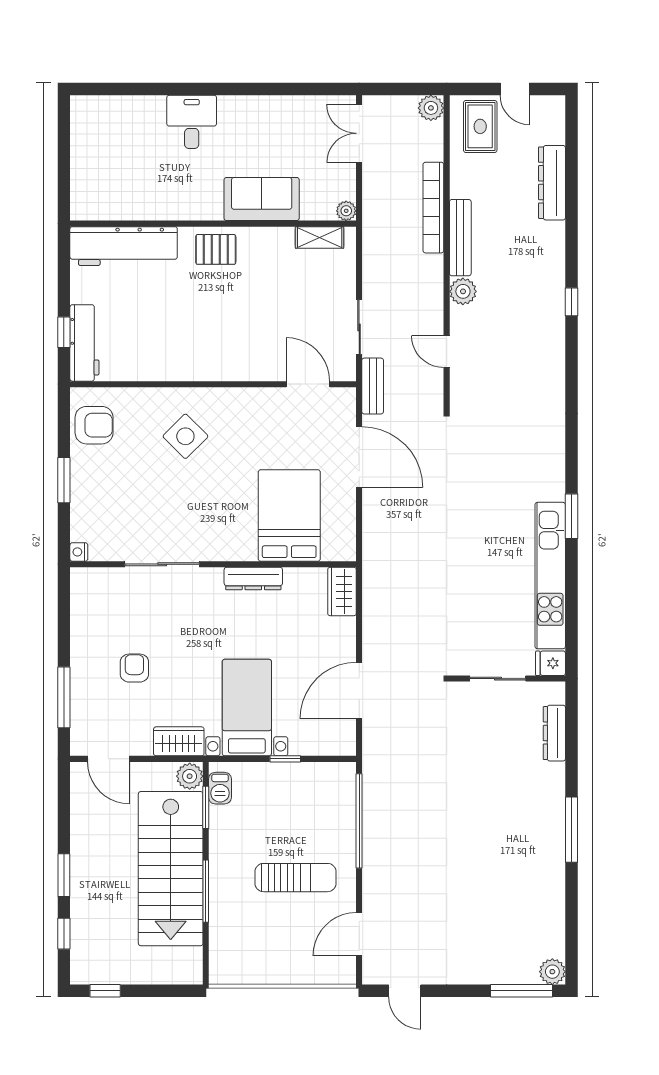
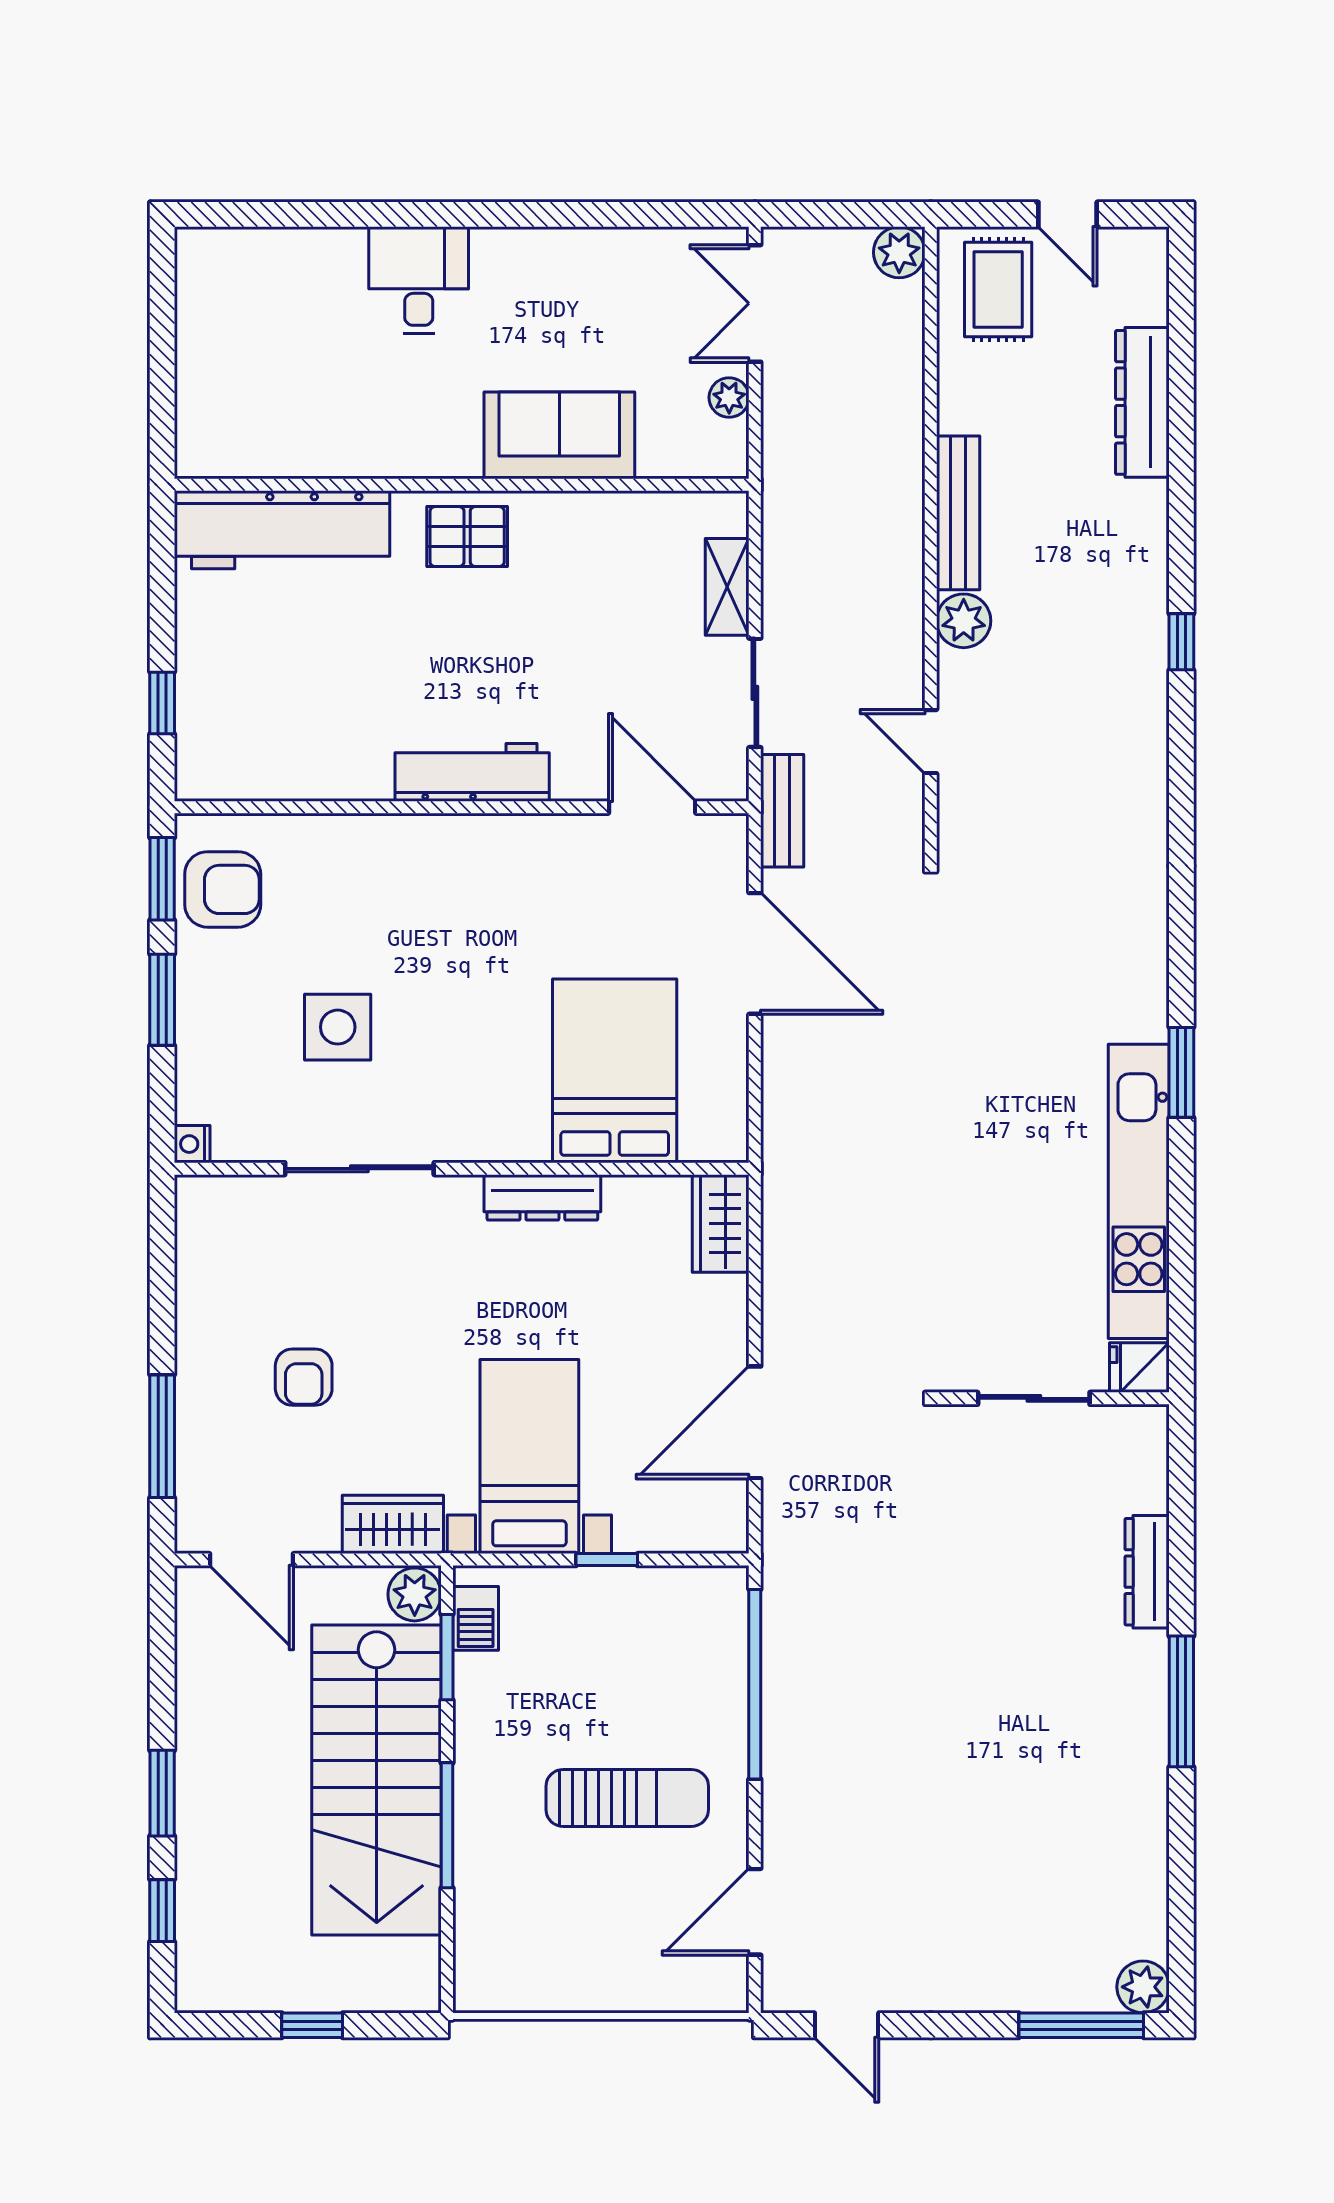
bookcase: (433, 208) -> (904, 453), removed
plant: (346, 211) -> (729, 398), moved
shelving: (320, 237) -> (727, 587), moved, turned 90
workbench: (84, 343) -> (472, 772), moved, turned -90
window: (64, 420) -> (162, 879), added
side table: (185, 436) -> (338, 1027), moved, turned 45
armchair: (134, 668) -> (304, 1377), turned 180
dresser: (554, 733) -> (1147, 1572), moved
window: (105, 991) -> (312, 2025), moved

